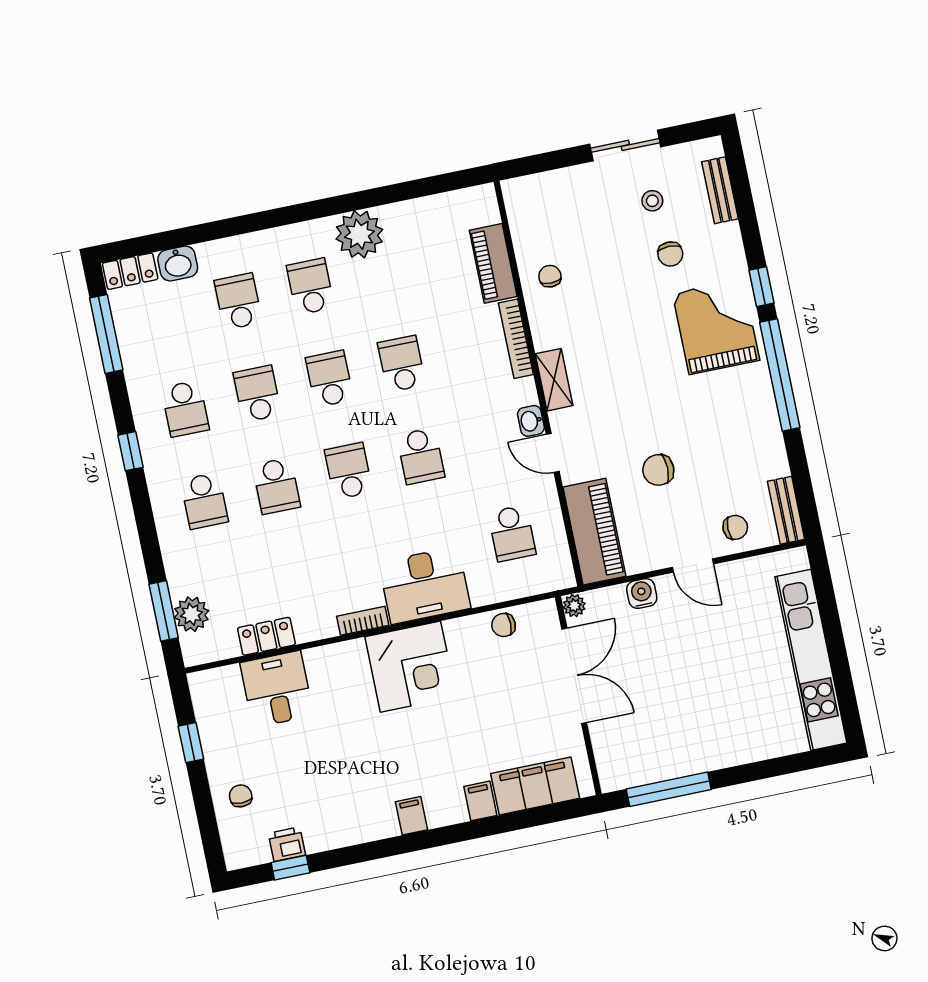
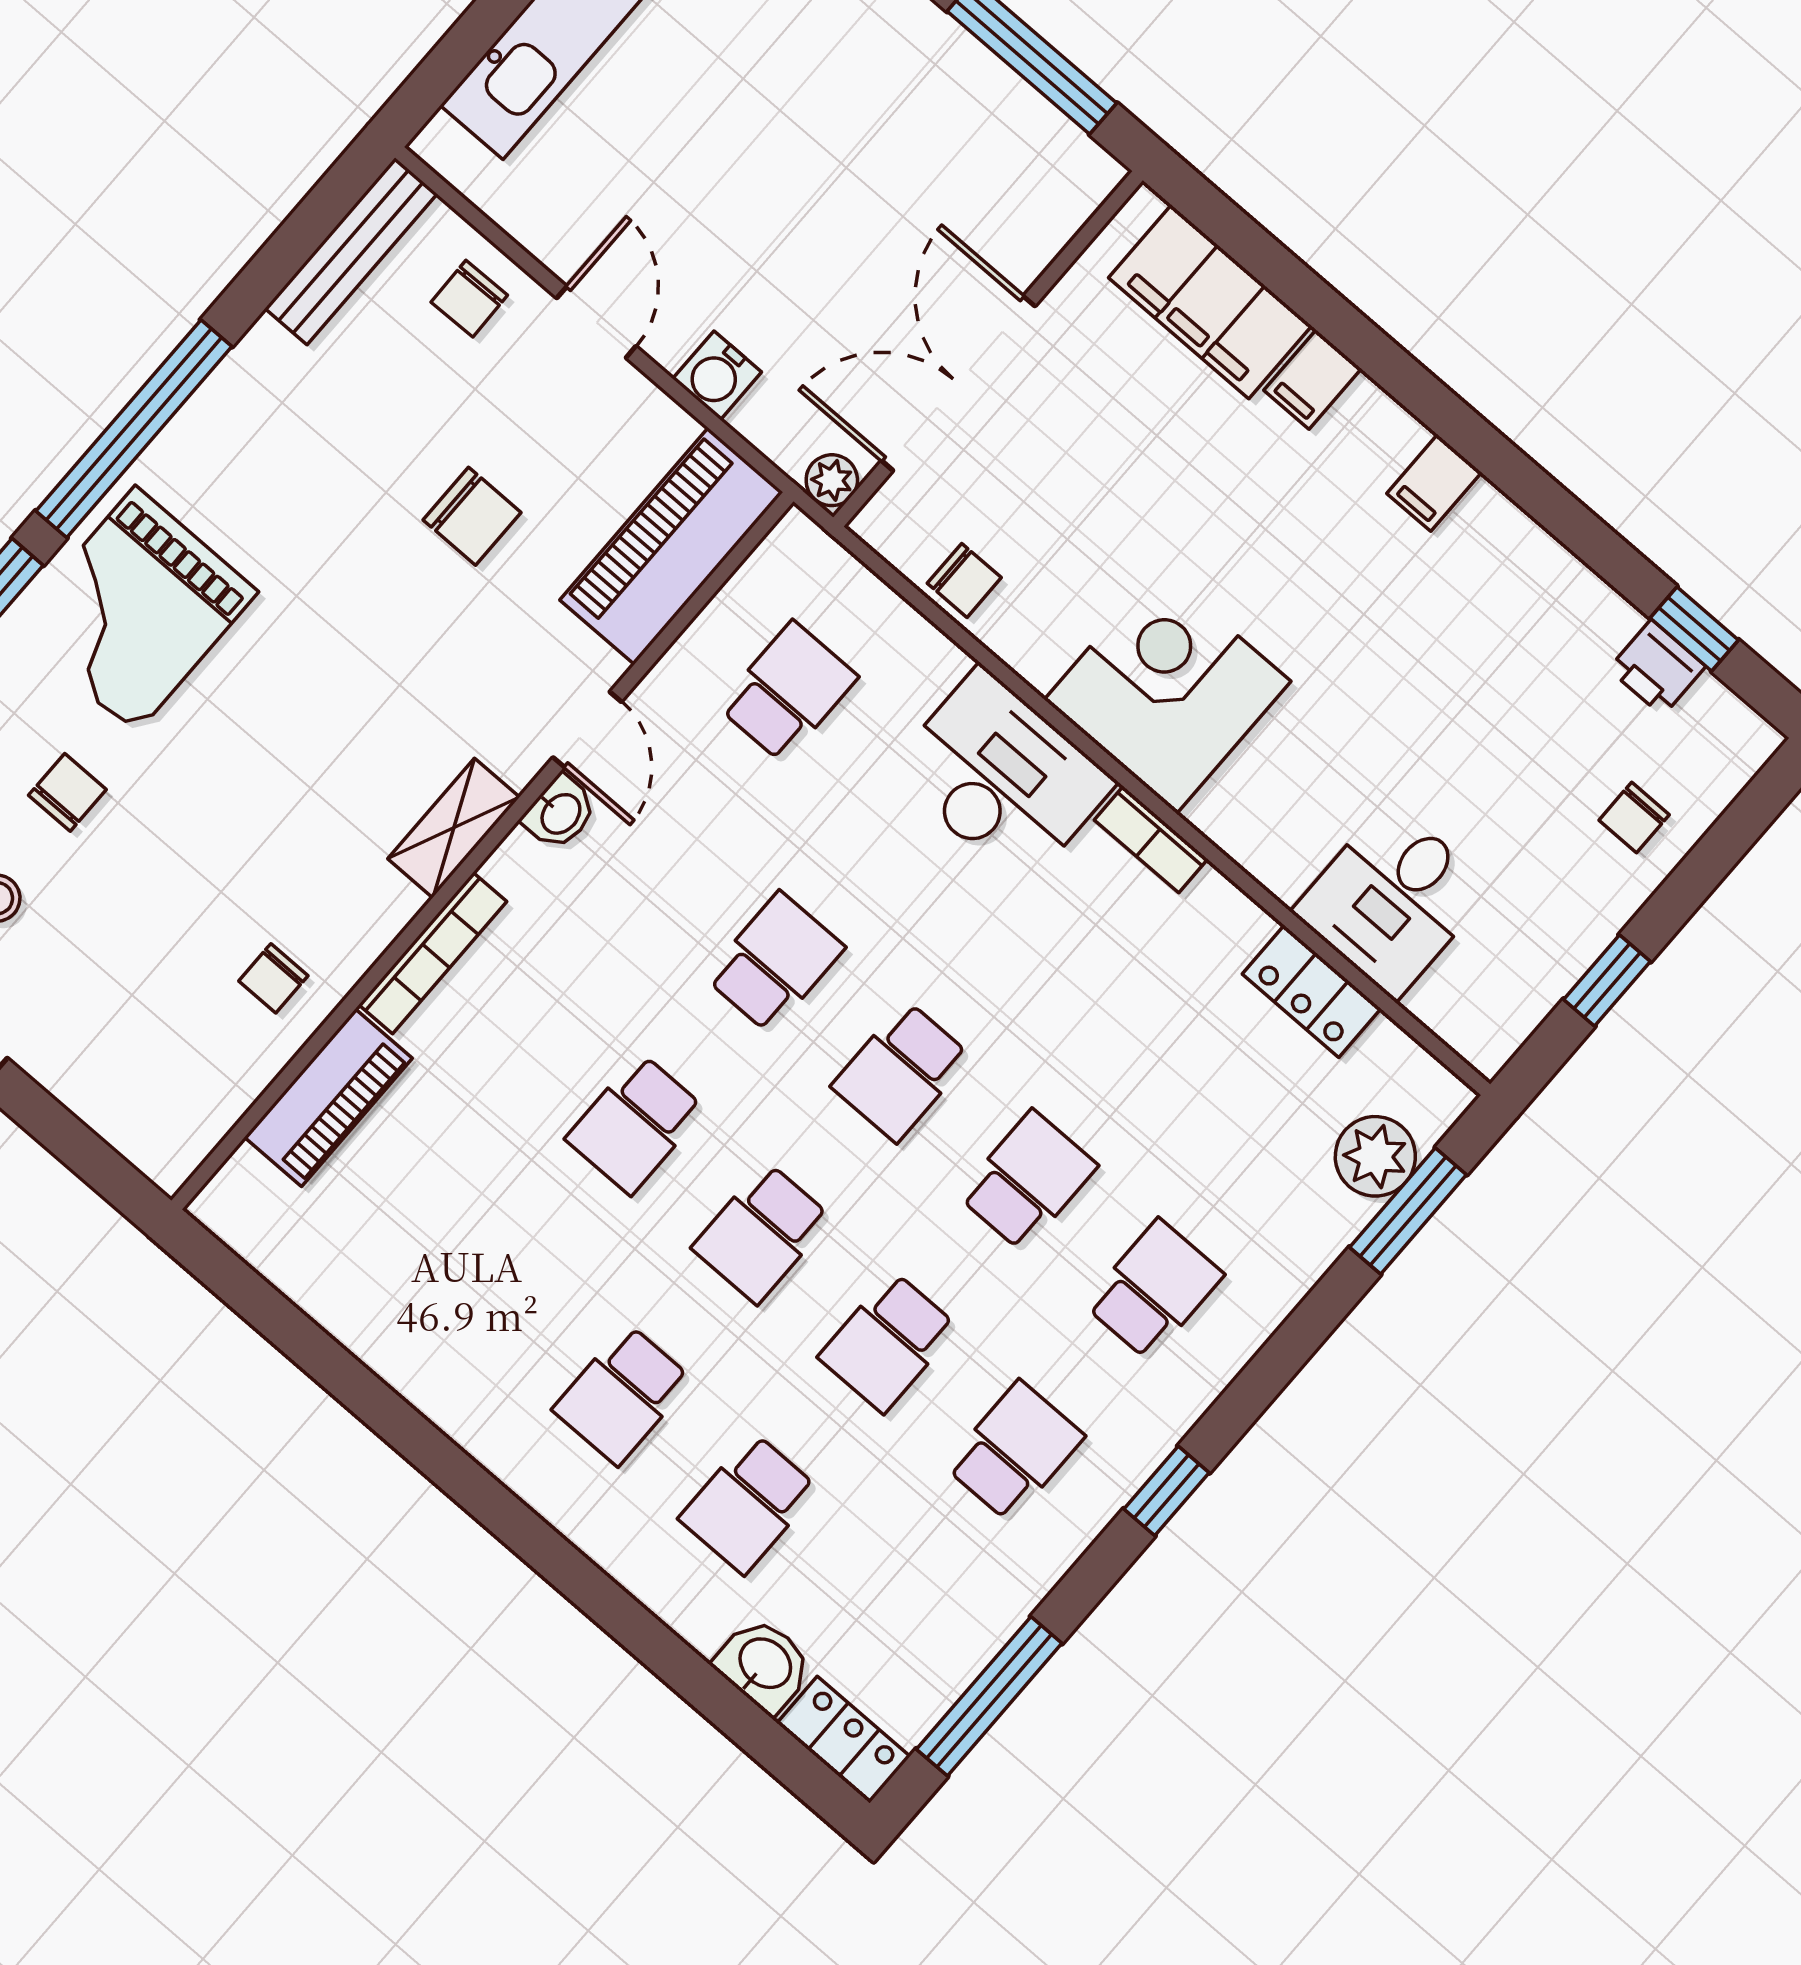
plant: (359, 234) -> (461, 1378), removed
bench: (786, 510) -> (351, 251), width x1.36
chair: (735, 527) -> (469, 299), turned -91

